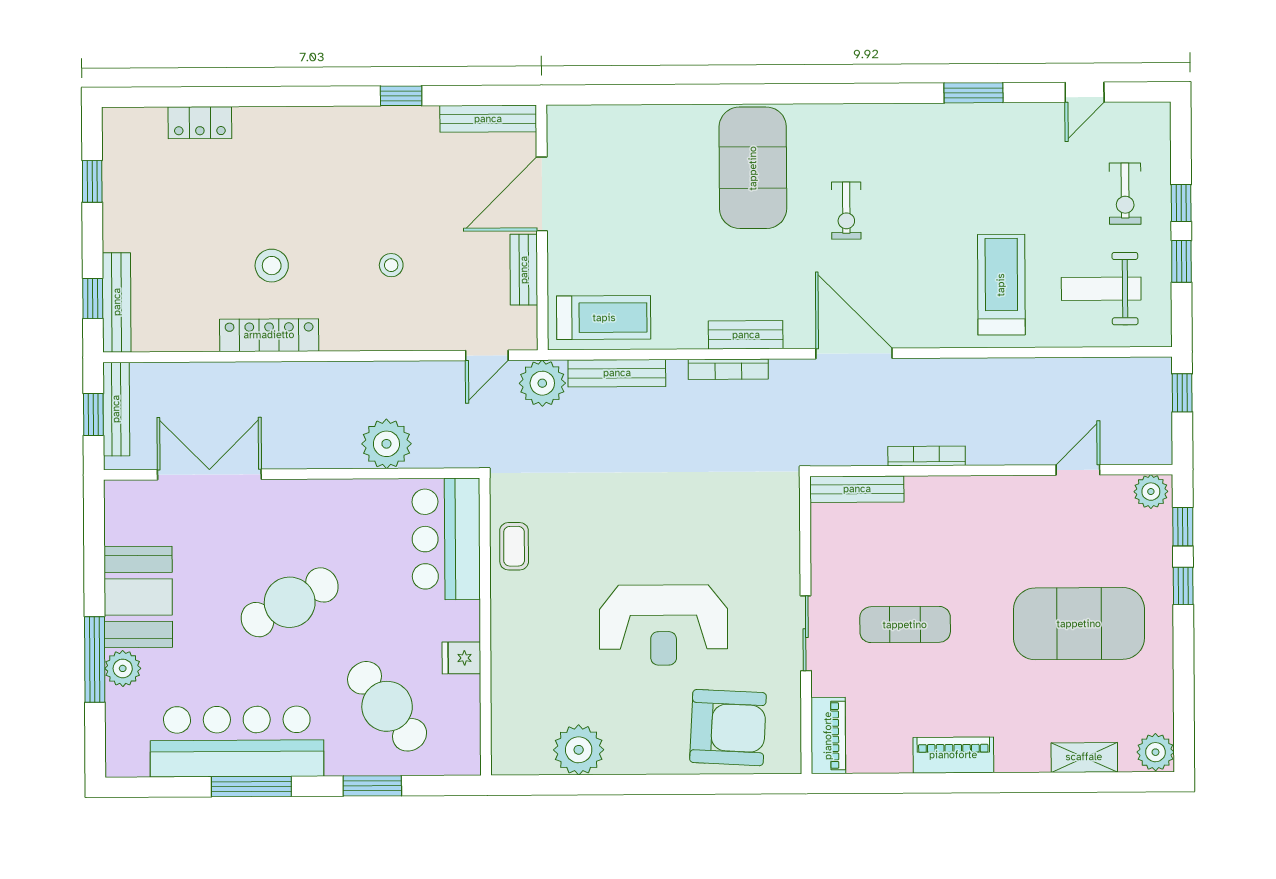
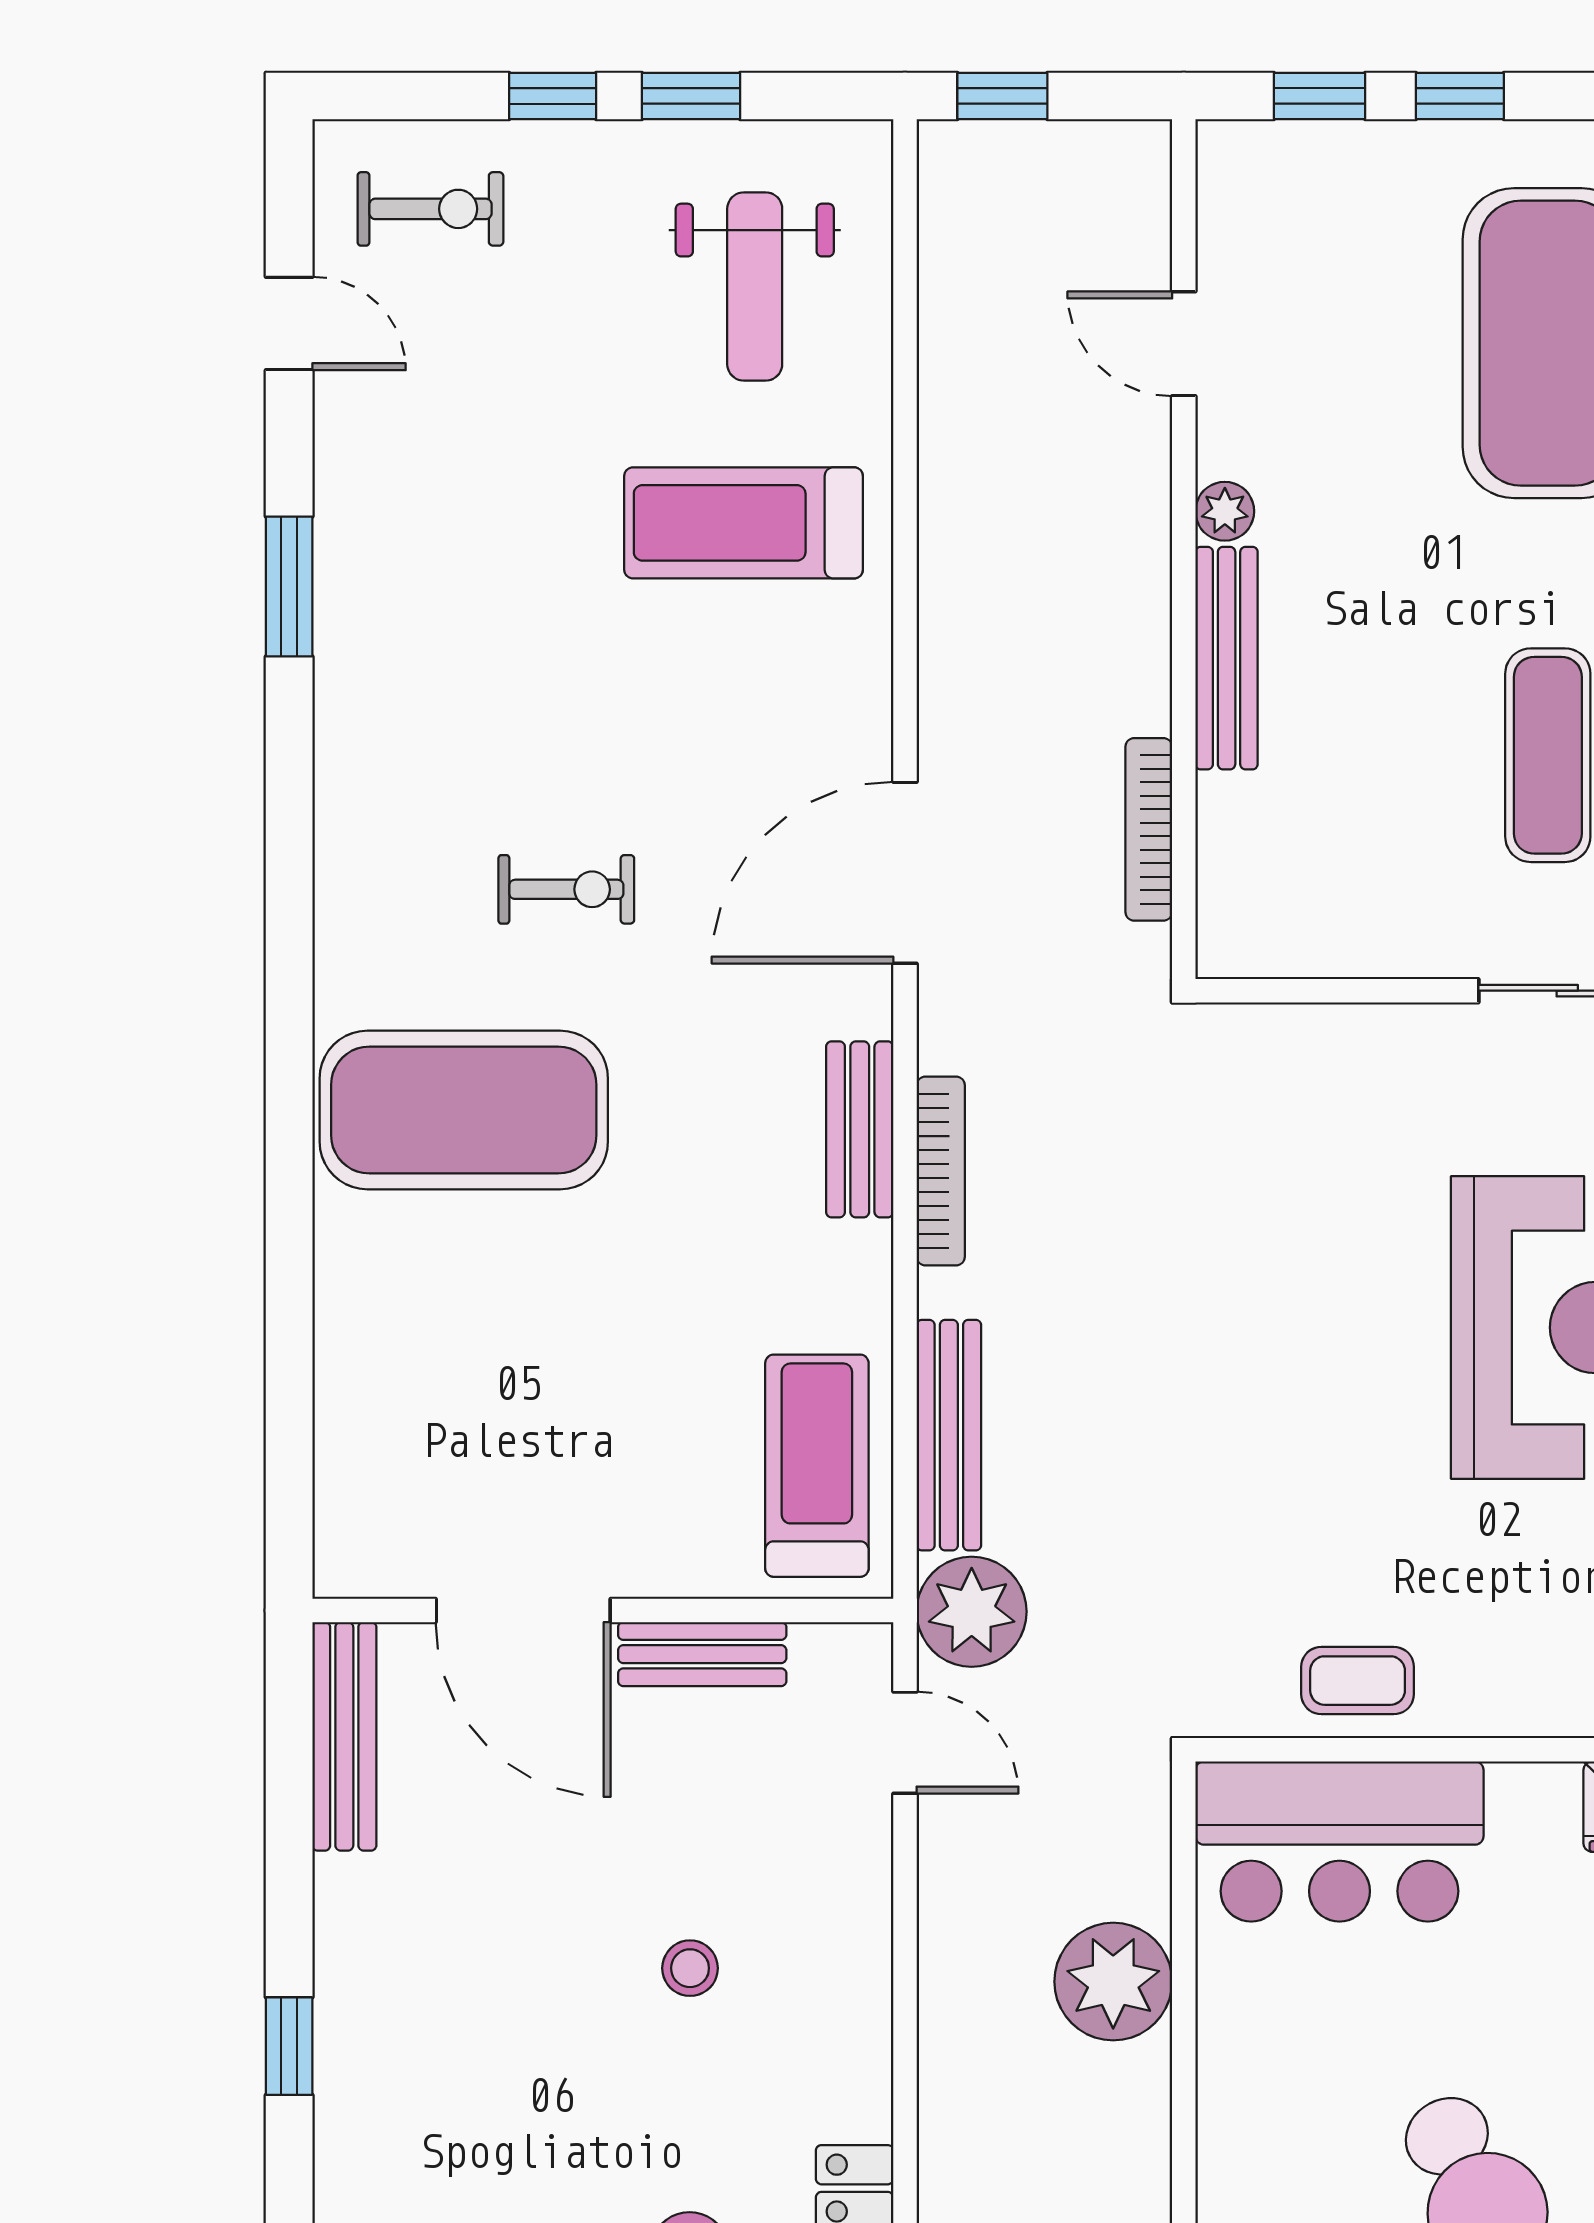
window: (401, 96) -> (289, 2046), moved
exercise bike: (1125, 194) -> (431, 209), moved
bookcase: (927, 456) -> (1149, 829), moved
bench: (857, 489) -> (1227, 658), moved
plant: (1151, 492) -> (1225, 511), moved, width x0.73, depth x0.73

